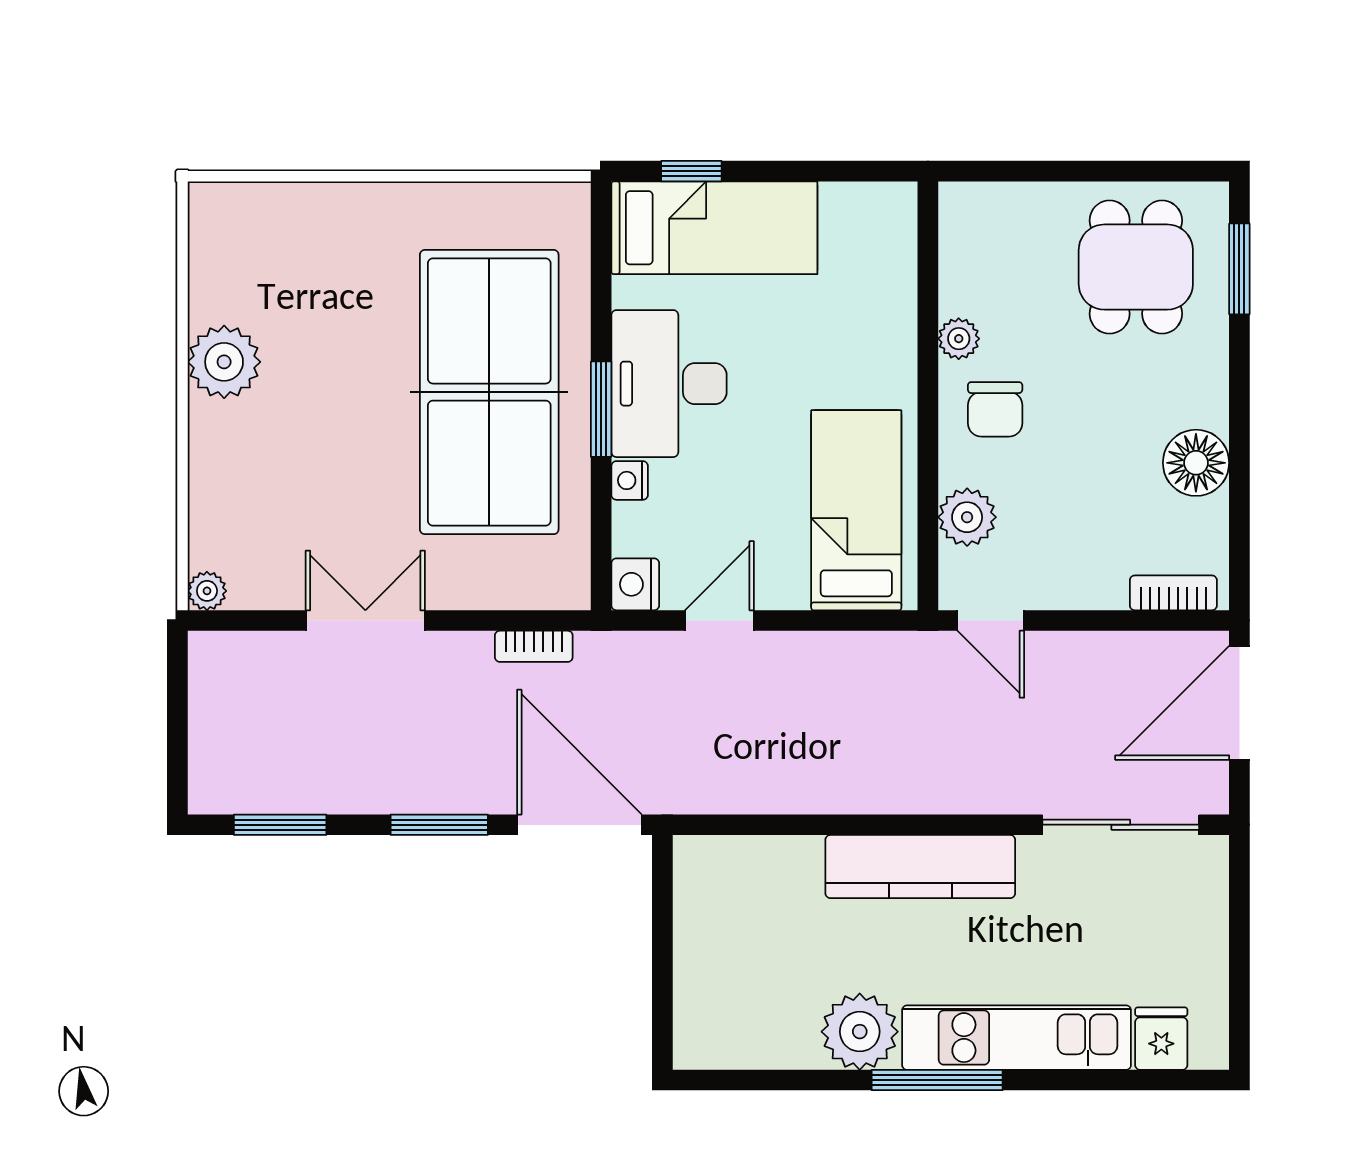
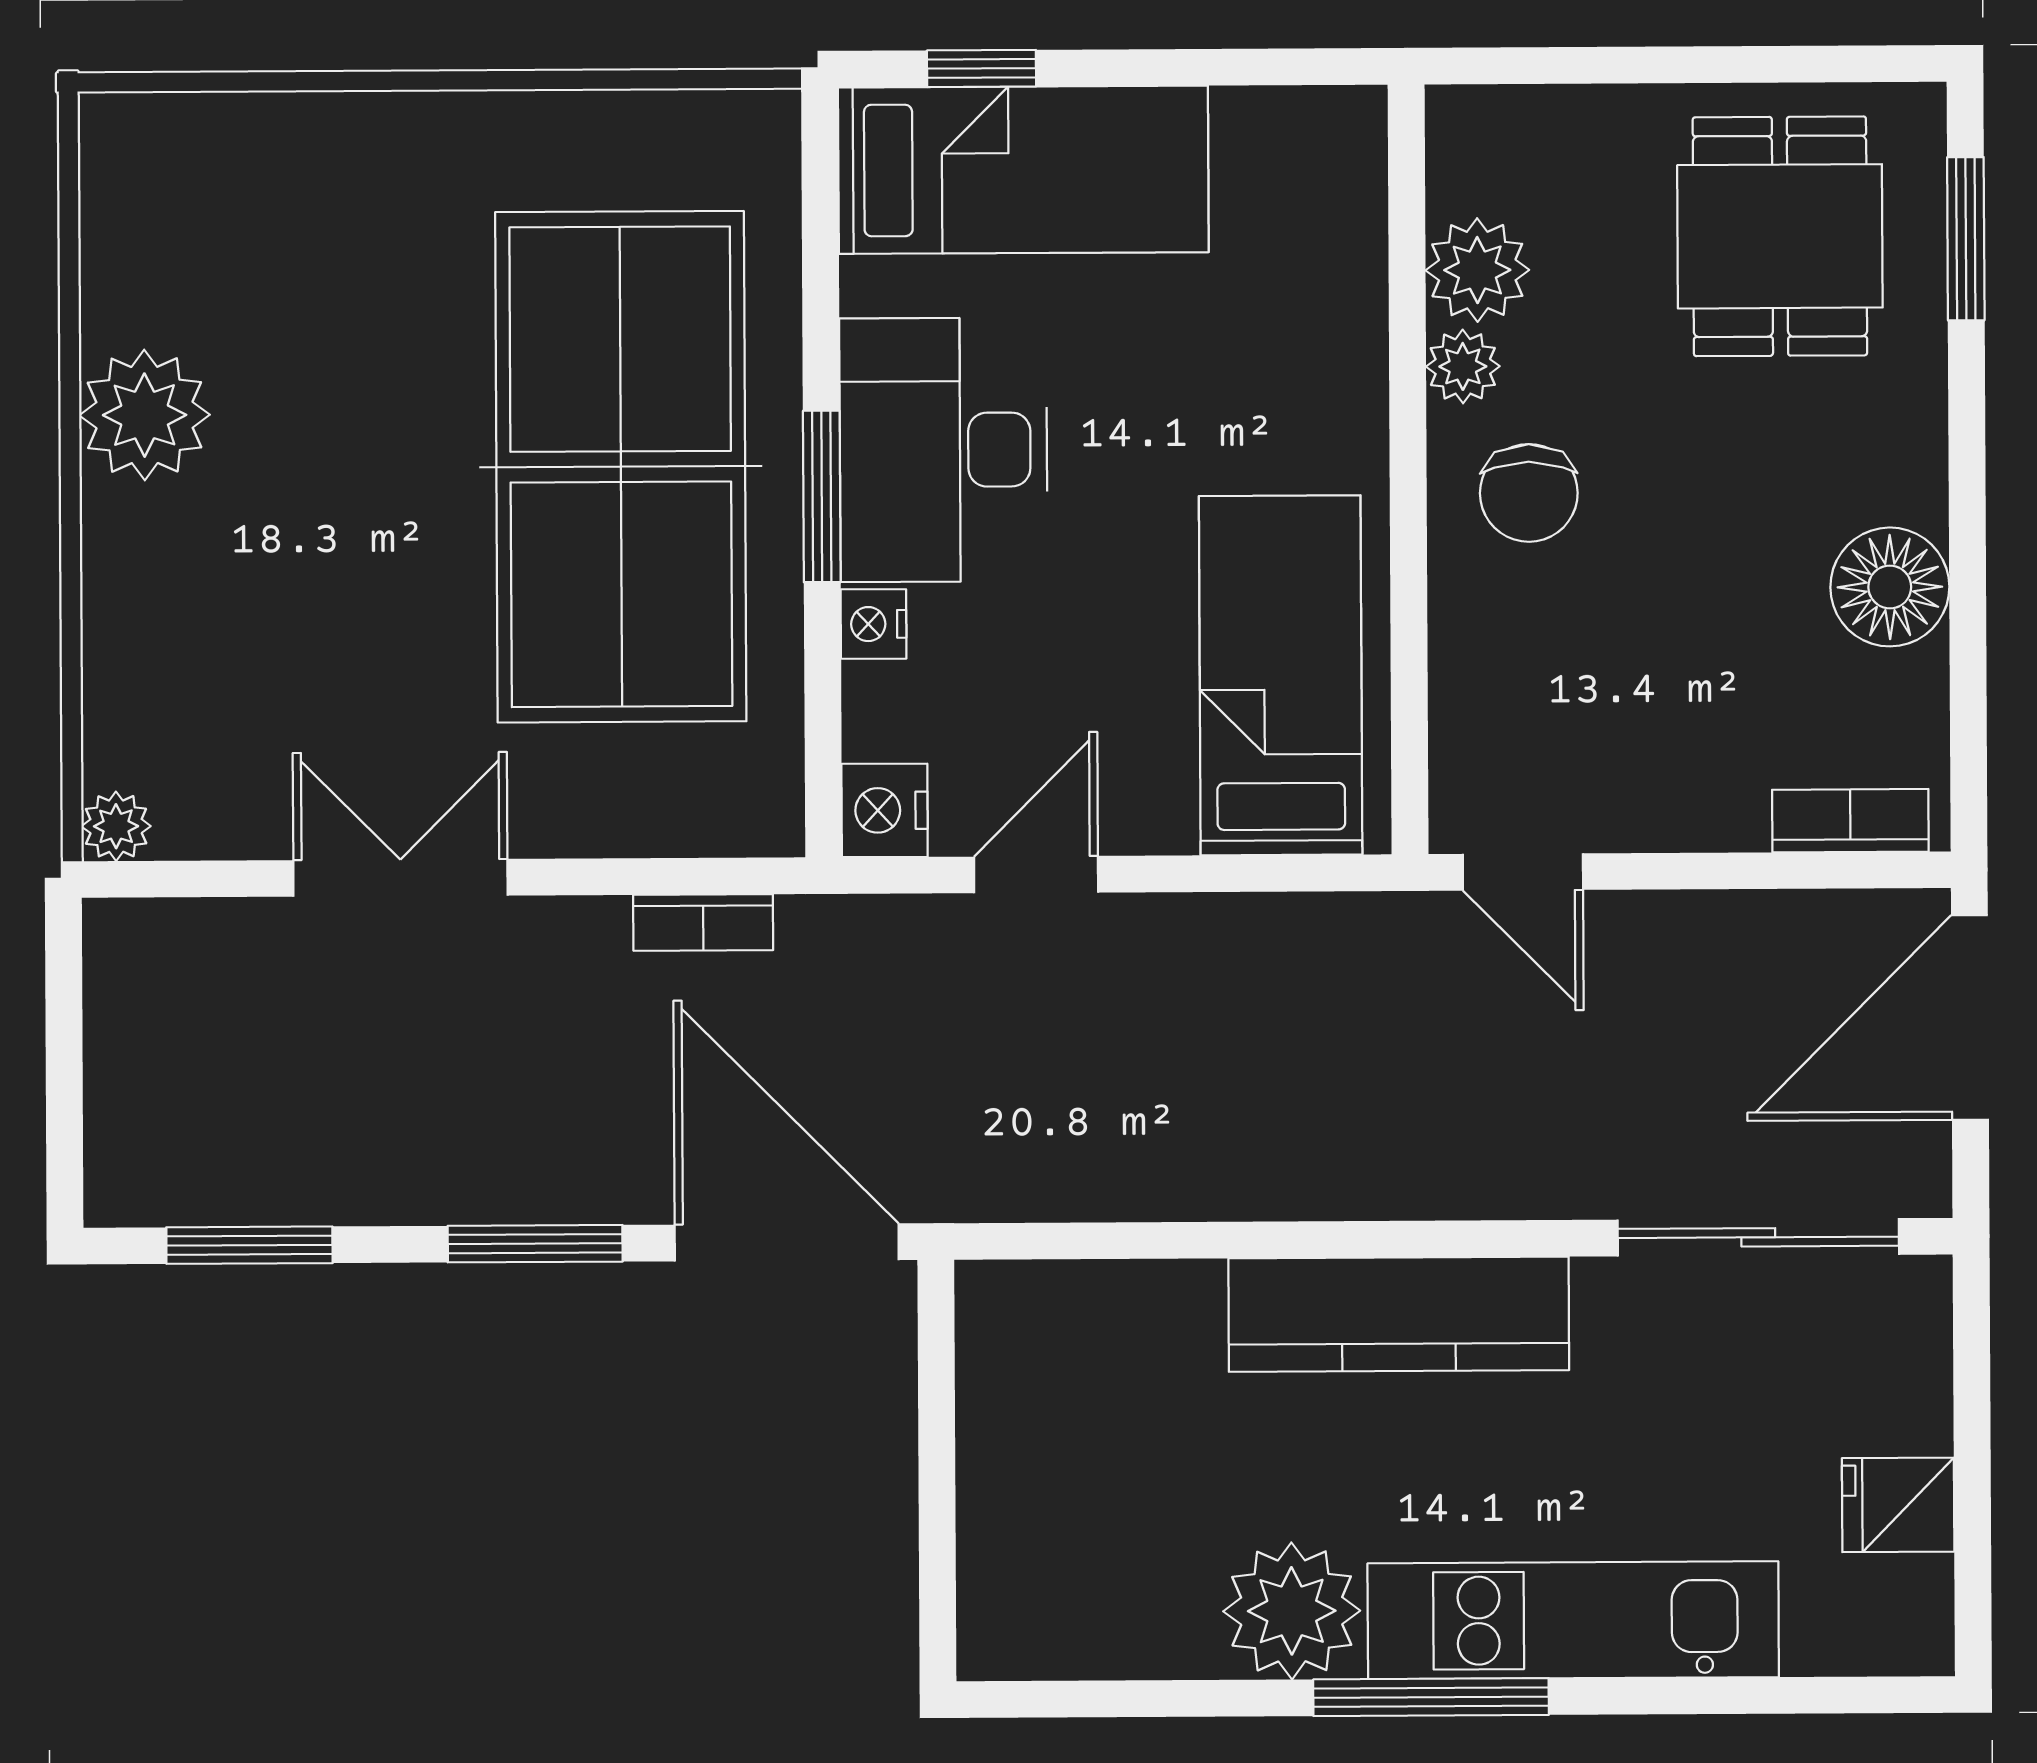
plant: (967, 517) -> (1477, 270), moved
fridge: (1161, 1039) -> (1898, 1505), moved, turned -90

